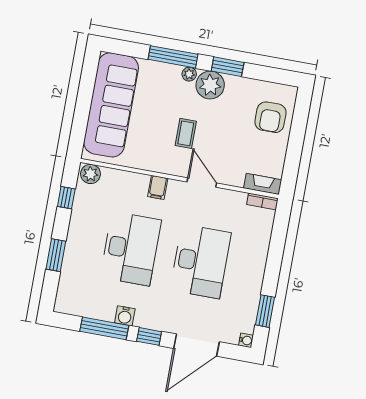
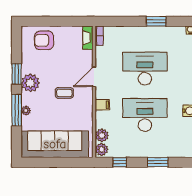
plant: (189, 74) -> (26, 111), moved
armchair: (270, 117) -> (44, 40), turned 180
plant: (111, 178) -> (102, 135), added
window: (265, 311) -> (156, 21), moved

